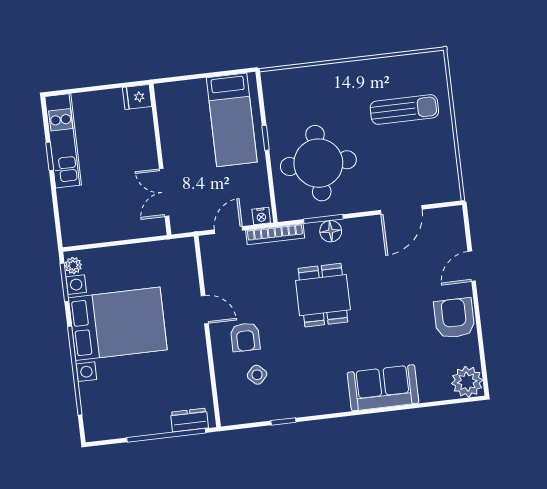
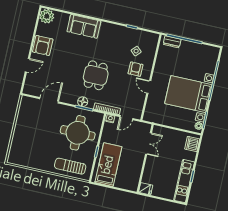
sun lounger: (404, 109) -> (70, 166), moved
dishwasher: (74, 223) -> (192, 144), added

